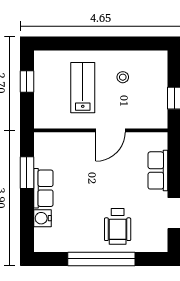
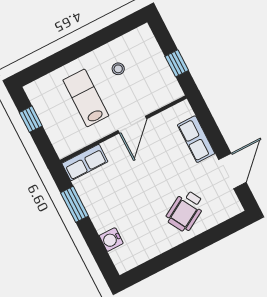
row of seats: (43, 188) -> (85, 162), moved, turned 90
wheelchair: (118, 226) -> (185, 211), turned 60
window: (101, 259) -> (186, 249), removed

